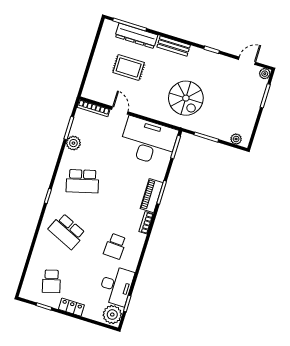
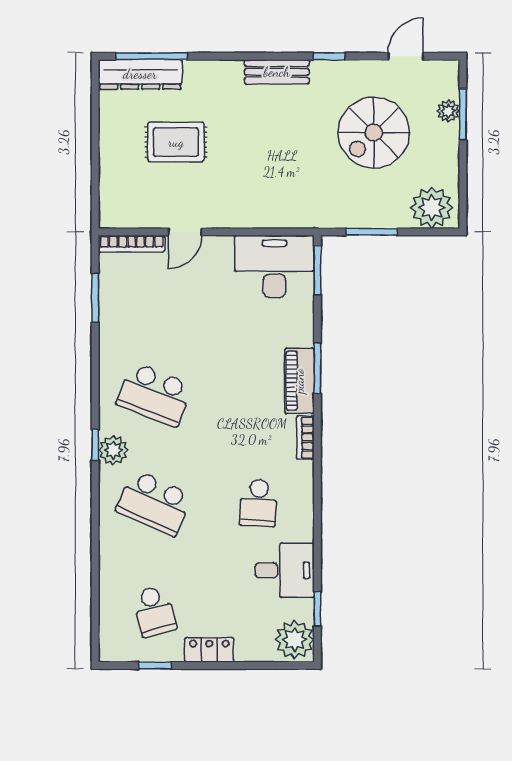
dresser: (136, 36) -> (140, 74), moved
bench: (174, 46) -> (277, 72), moved
plant: (265, 74) -> (448, 111), moved
spiral stairs: (186, 98) -> (374, 133), moved, turned 90
door: (120, 110) -> (185, 232), swing flipped
plant: (236, 139) -> (432, 208), width x1.87, depth x1.87
desk: (148, 141) -> (274, 266), width x0.73, depth x0.77
plant: (73, 143) -> (113, 450), moved
school desk: (82, 181) -> (154, 395), turned 36
desk: (116, 286) -> (285, 570), width x0.73

